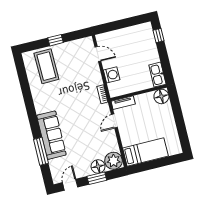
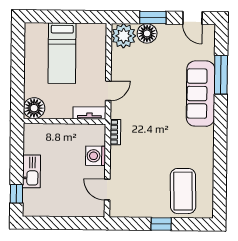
kitchen sink: (157, 75) -> (32, 171), moved
bed: (145, 152) -> (62, 53), moved, turned -90
door: (70, 185) -> (192, 18), hinge flipped

